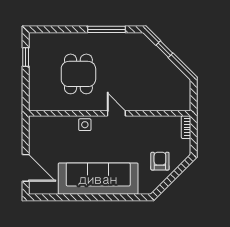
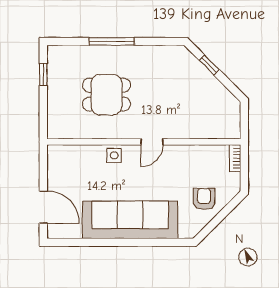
window: (106, 29) -> (112, 41), moved
dining table: (78, 74) -> (106, 95), turned 90
door: (116, 113) -> (152, 142), swing flipped

